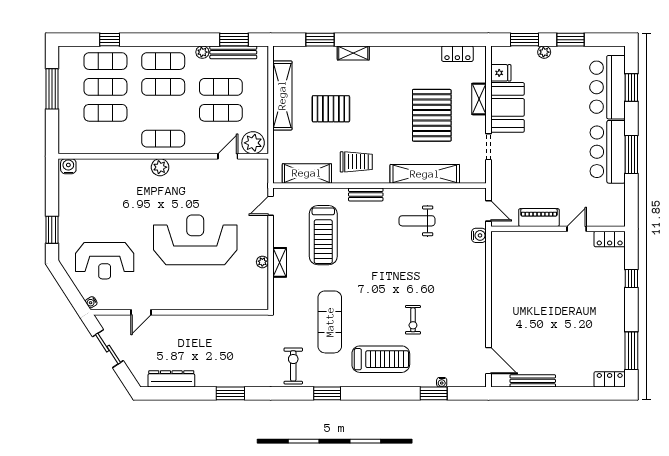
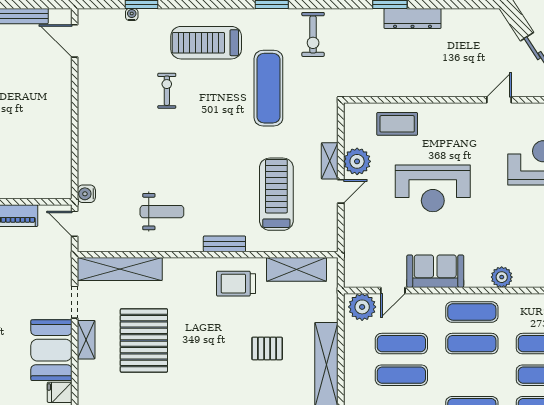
exercise mat: (163, 87) -> (472, 344), moved
shelving: (479, 99) -> (86, 340), moved
pallet: (331, 109) -> (267, 348), width x0.67, depth x0.71
plant: (160, 167) -> (502, 277), moved
sofa: (193, 172) -> (435, 271), added
shelving: (425, 174) -> (120, 269), moved
door: (271, 206) -> (341, 191), moved
reception desk: (195, 240) -> (433, 188), width x0.74, depth x0.77
plant: (262, 262) -> (357, 161), width x1.88, depth x1.88
coffee table: (224, 293) -> (397, 124), added
dresser: (171, 379) -> (412, 19), moved

